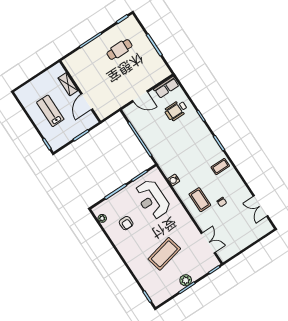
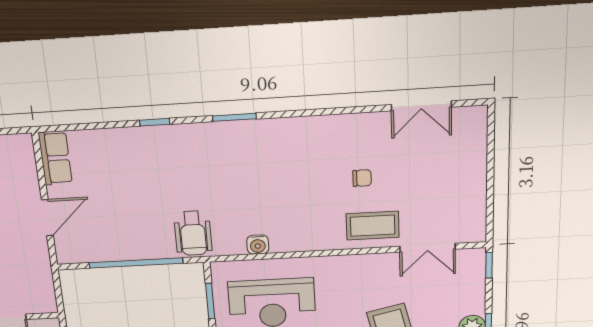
wheelchair: (176, 110) -> (193, 233), moved
coffee table: (220, 167) -> (286, 141), removed
coffee table: (200, 200) -> (373, 226), moved
double door: (208, 243) -> (428, 248), swing flipped

